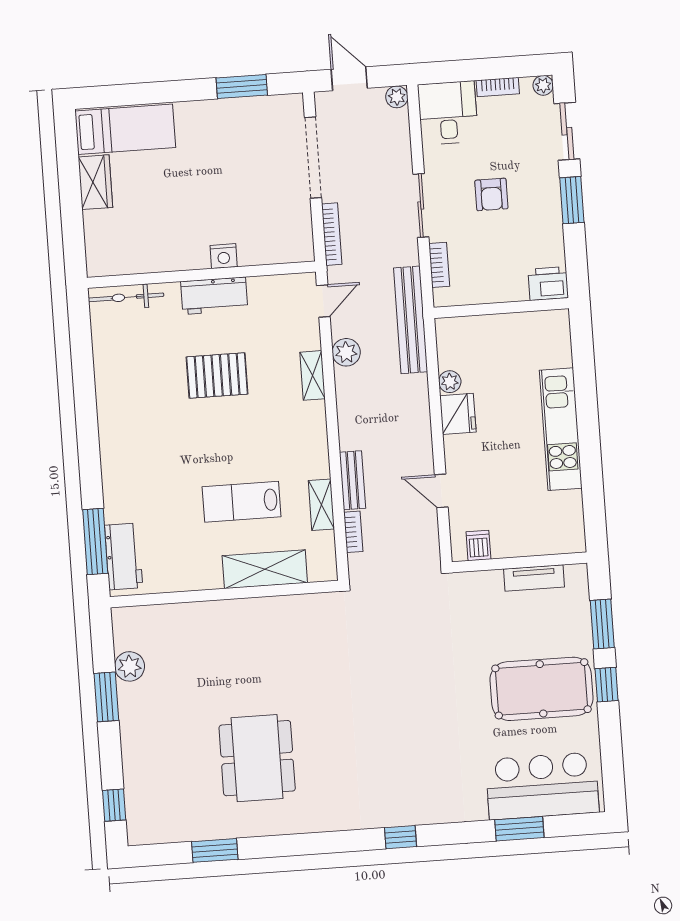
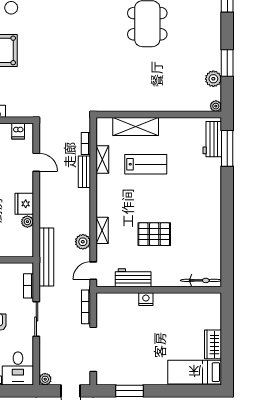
workbench: (214, 296) -> (133, 278), moved
plant: (121, 617) -> (216, 106), added

